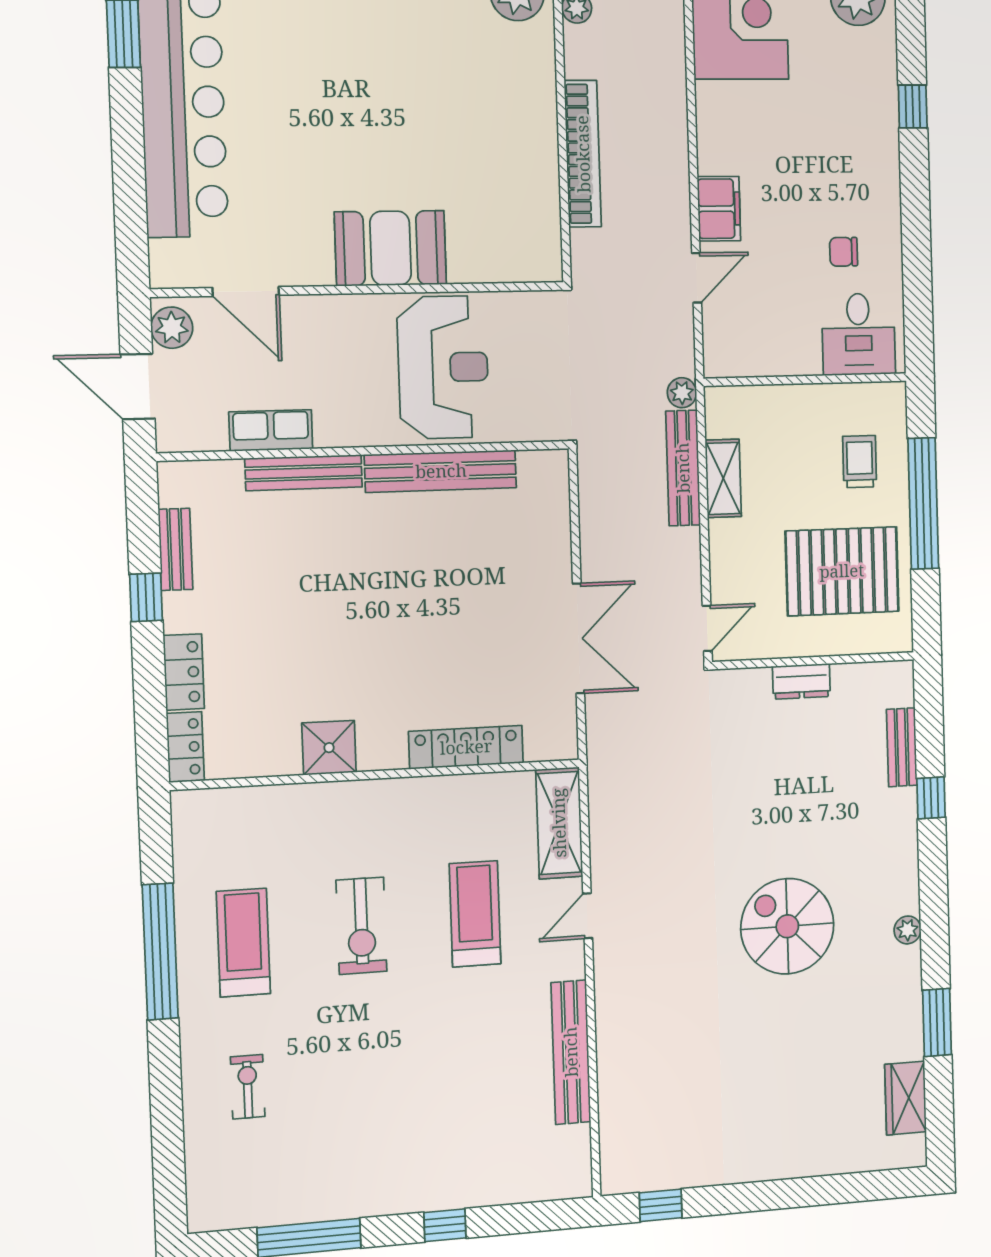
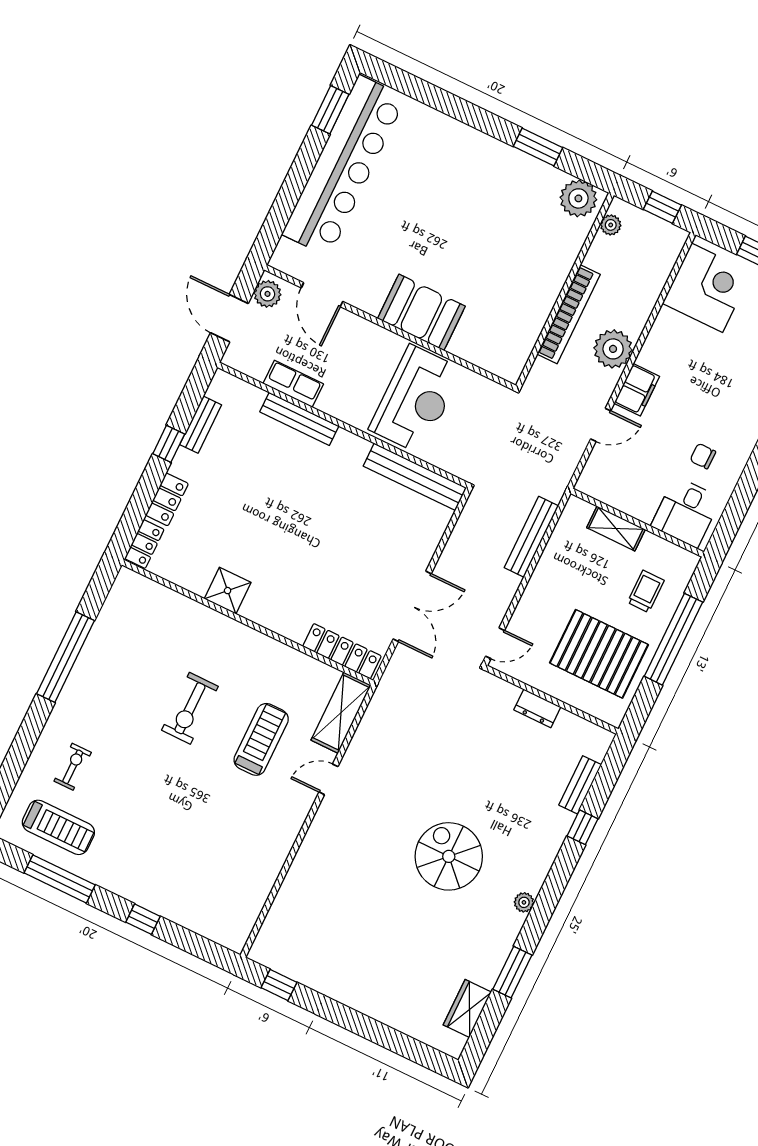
plant: (682, 393) -> (613, 349), moved, width x1.88, depth x1.88
bench: (441, 471) -> (415, 477), moved
shelving: (723, 478) -> (616, 529), moved, turned 90
locker: (466, 747) -> (342, 651), moved
treadmill: (243, 943) -> (58, 827), moved, turned 90
bench: (571, 1052) -> (274, 858), removed

